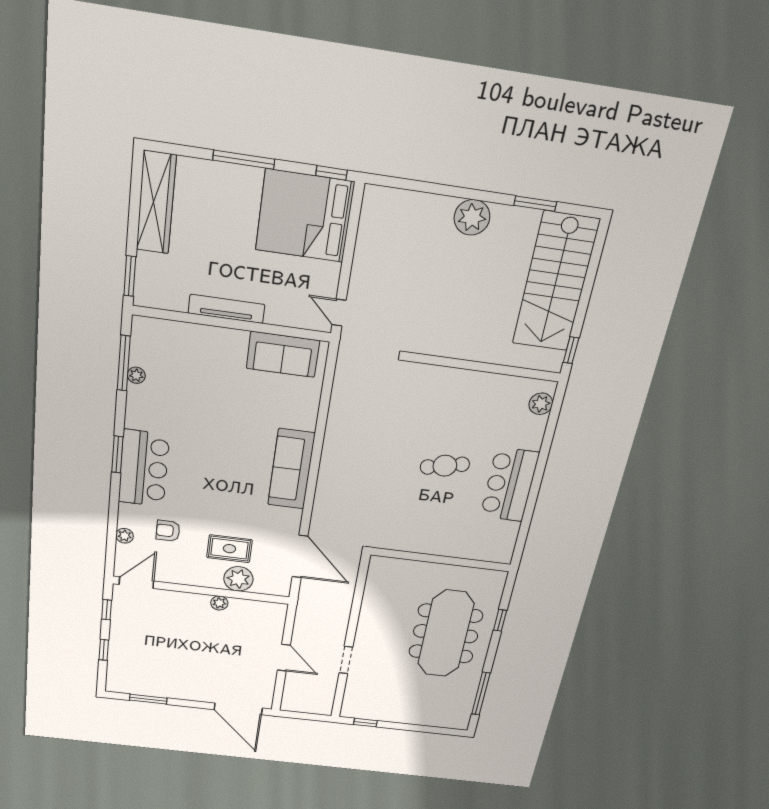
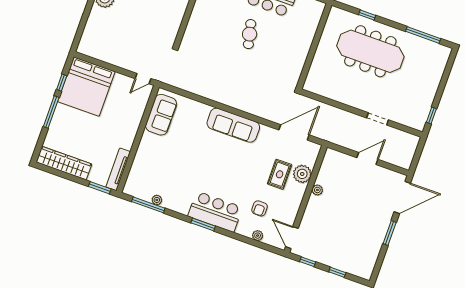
window: (331, 173) -> (62, 83), moved
tv unit: (227, 309) -> (118, 169), moved
window: (148, 699) -> (390, 233), moved

